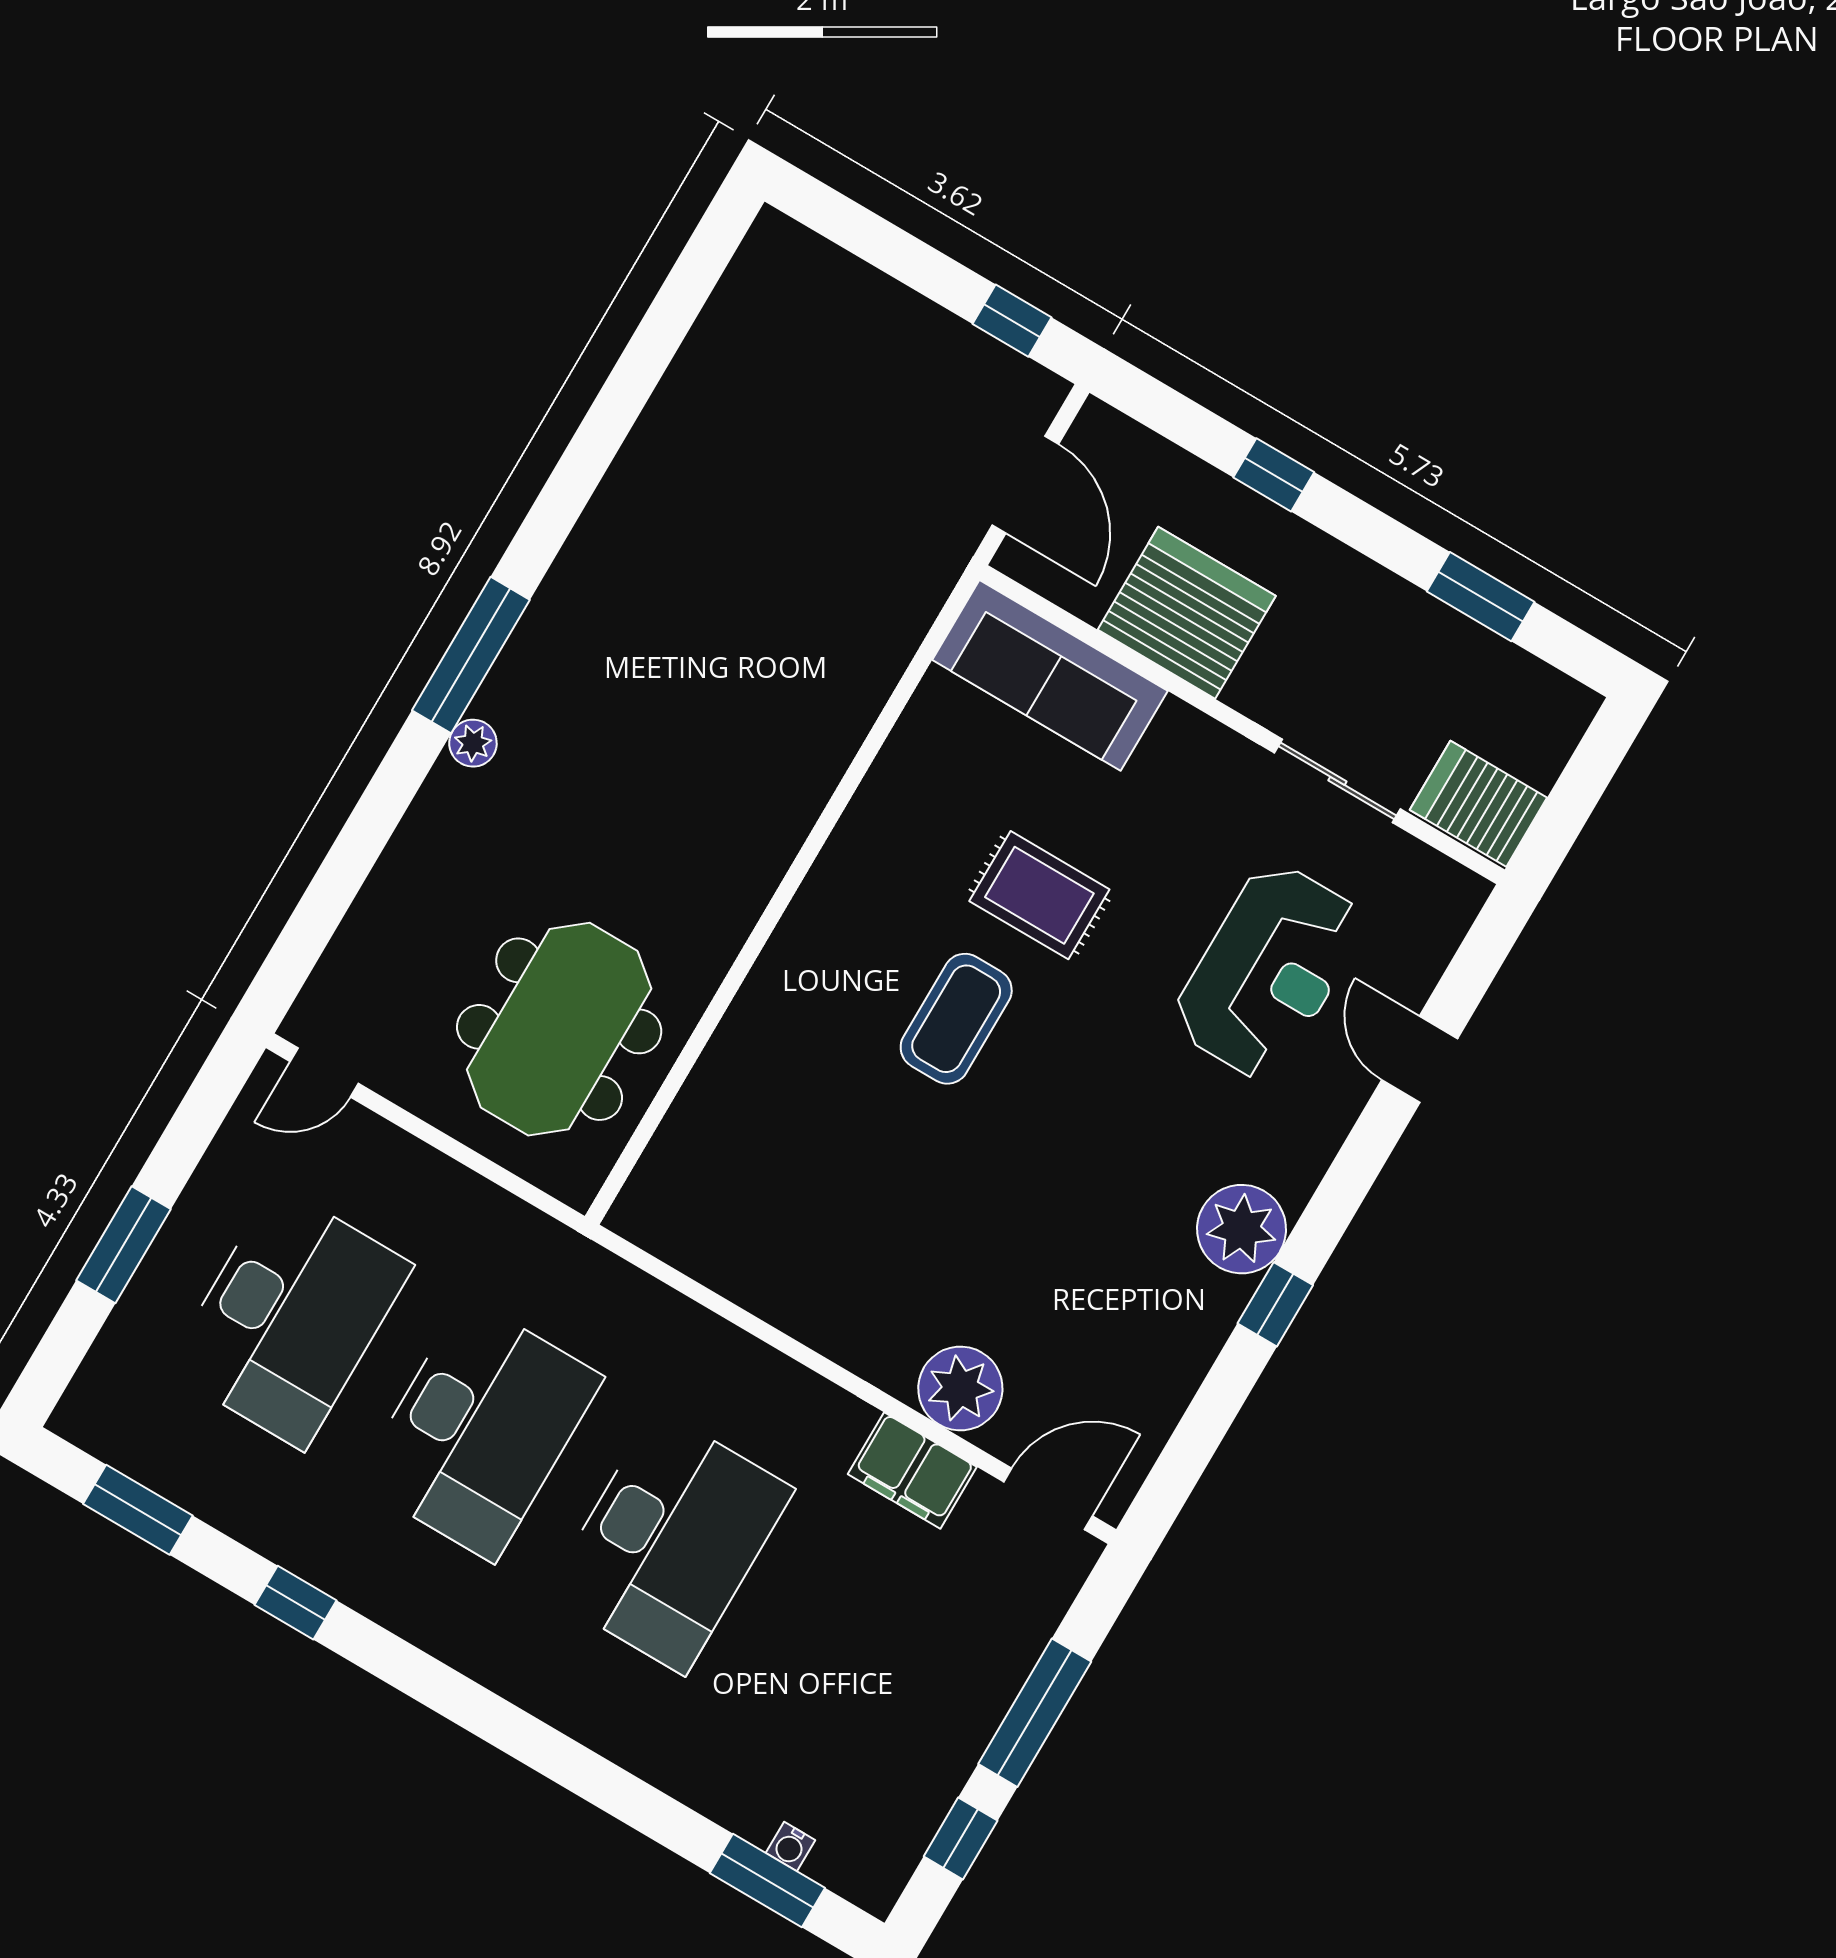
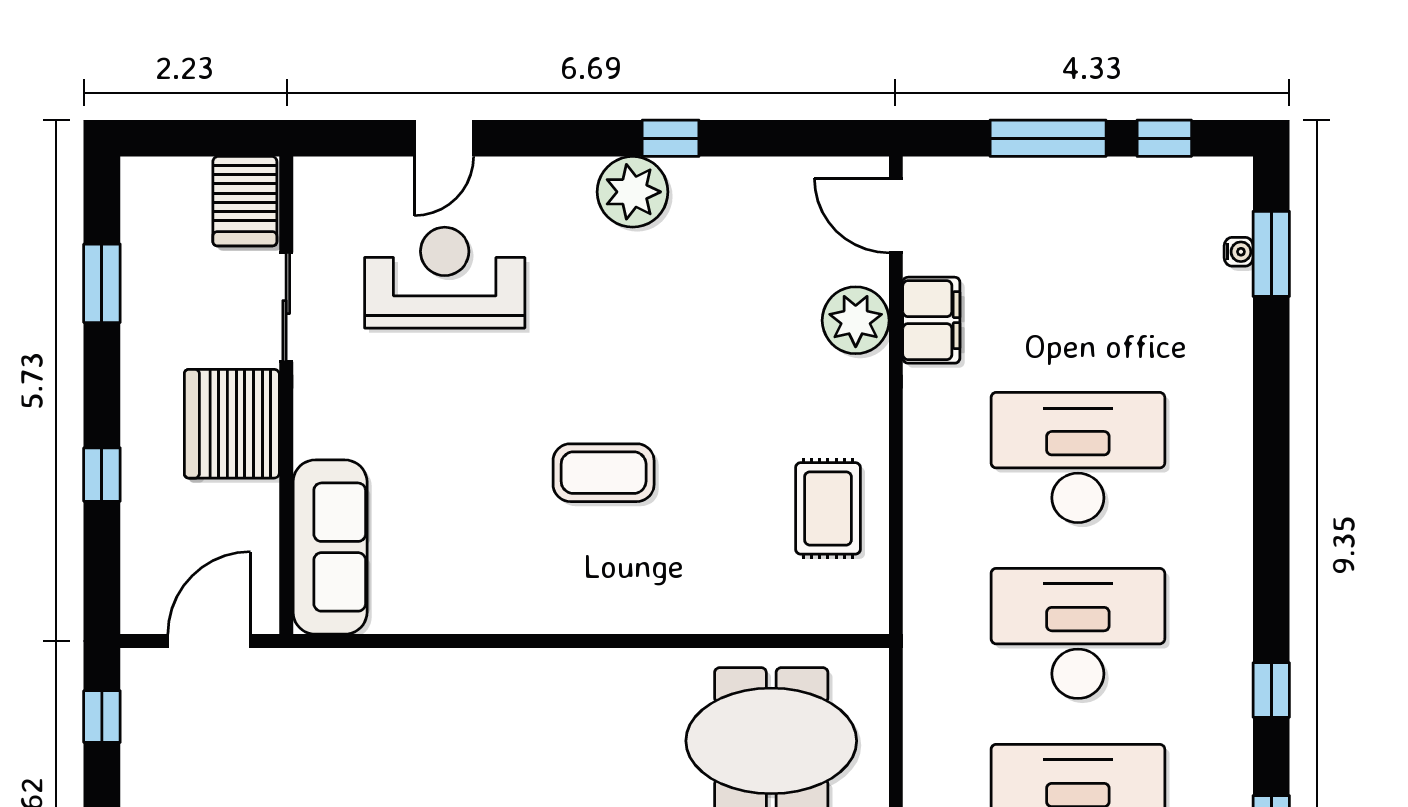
server rack: (1187, 613) -> (232, 424), moved
rug: (1039, 895) -> (828, 508), moved

